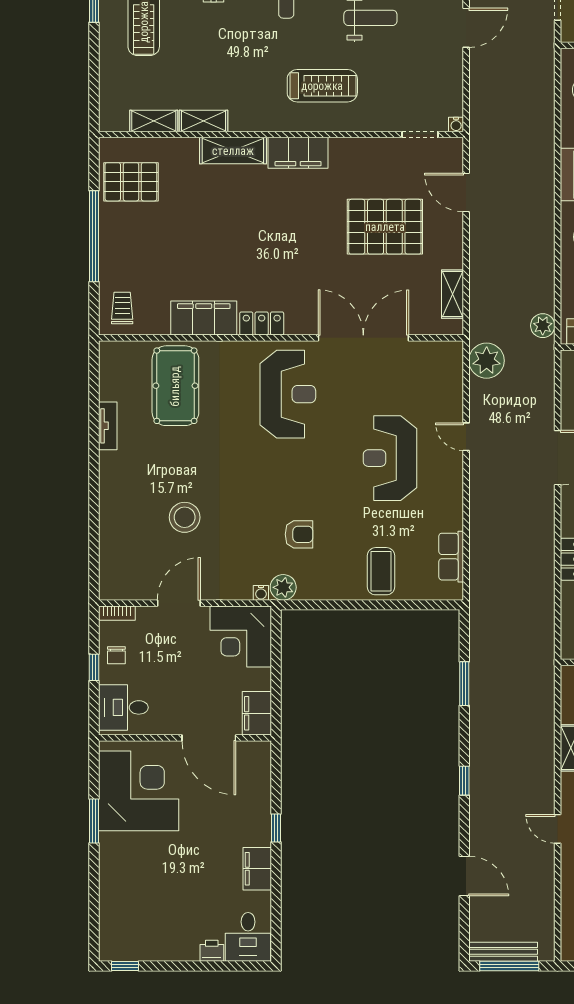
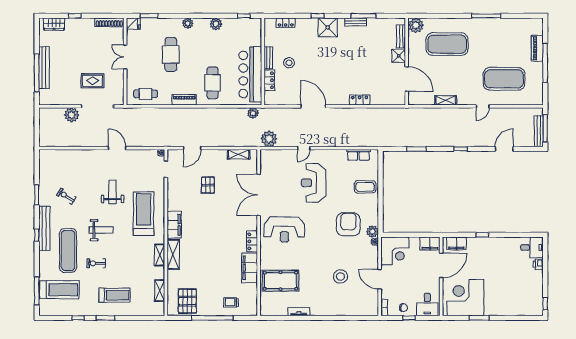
treadmill: (322, 86) -> (144, 214), width x1.37, depth x1.38
shelving: (204, 121) -> (160, 255), moved
pallet: (385, 227) -> (208, 185), width x0.49, depth x0.50
trolley: (122, 308) -> (231, 302), moved
reception desk: (288, 394) -> (284, 229), turned 180
reception desk: (390, 458) -> (313, 183), turned 90
armchair: (299, 534) -> (348, 224), width x1.88, depth x1.88
filing cabinet: (257, 869) -> (456, 243), moved

